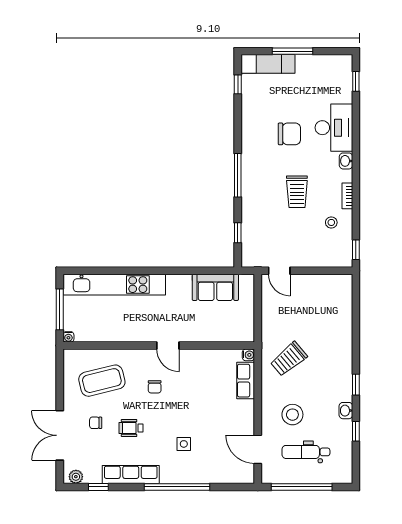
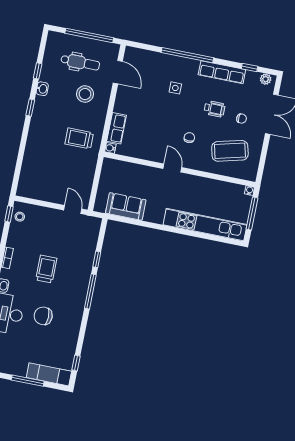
stool: (331, 222) -> (20, 217), moved
window: (238, 233) -> (97, 259), moved
trolley: (289, 359) -> (79, 138), turned -140

